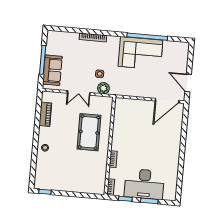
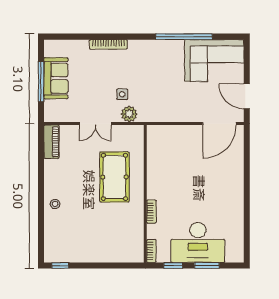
corner sofa: (140, 53) -> (214, 61), moved
sofa: (52, 70) -> (56, 78), moved
piano: (45, 114) -> (51, 142), moved

